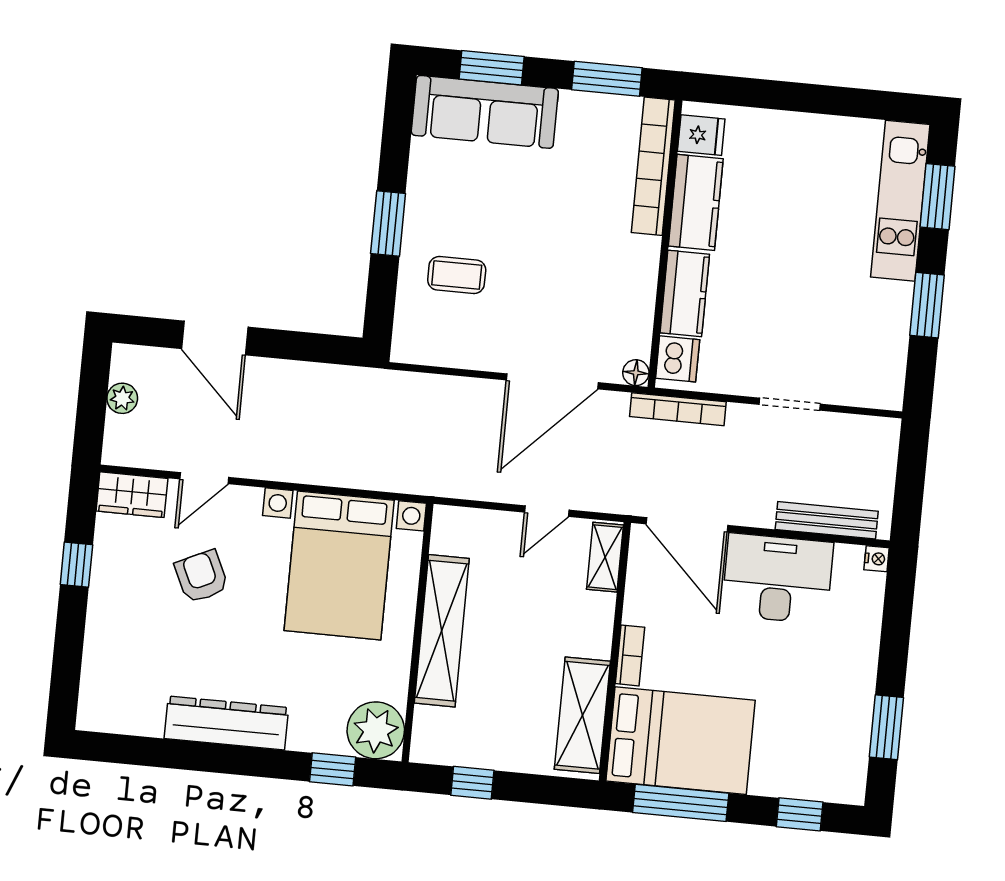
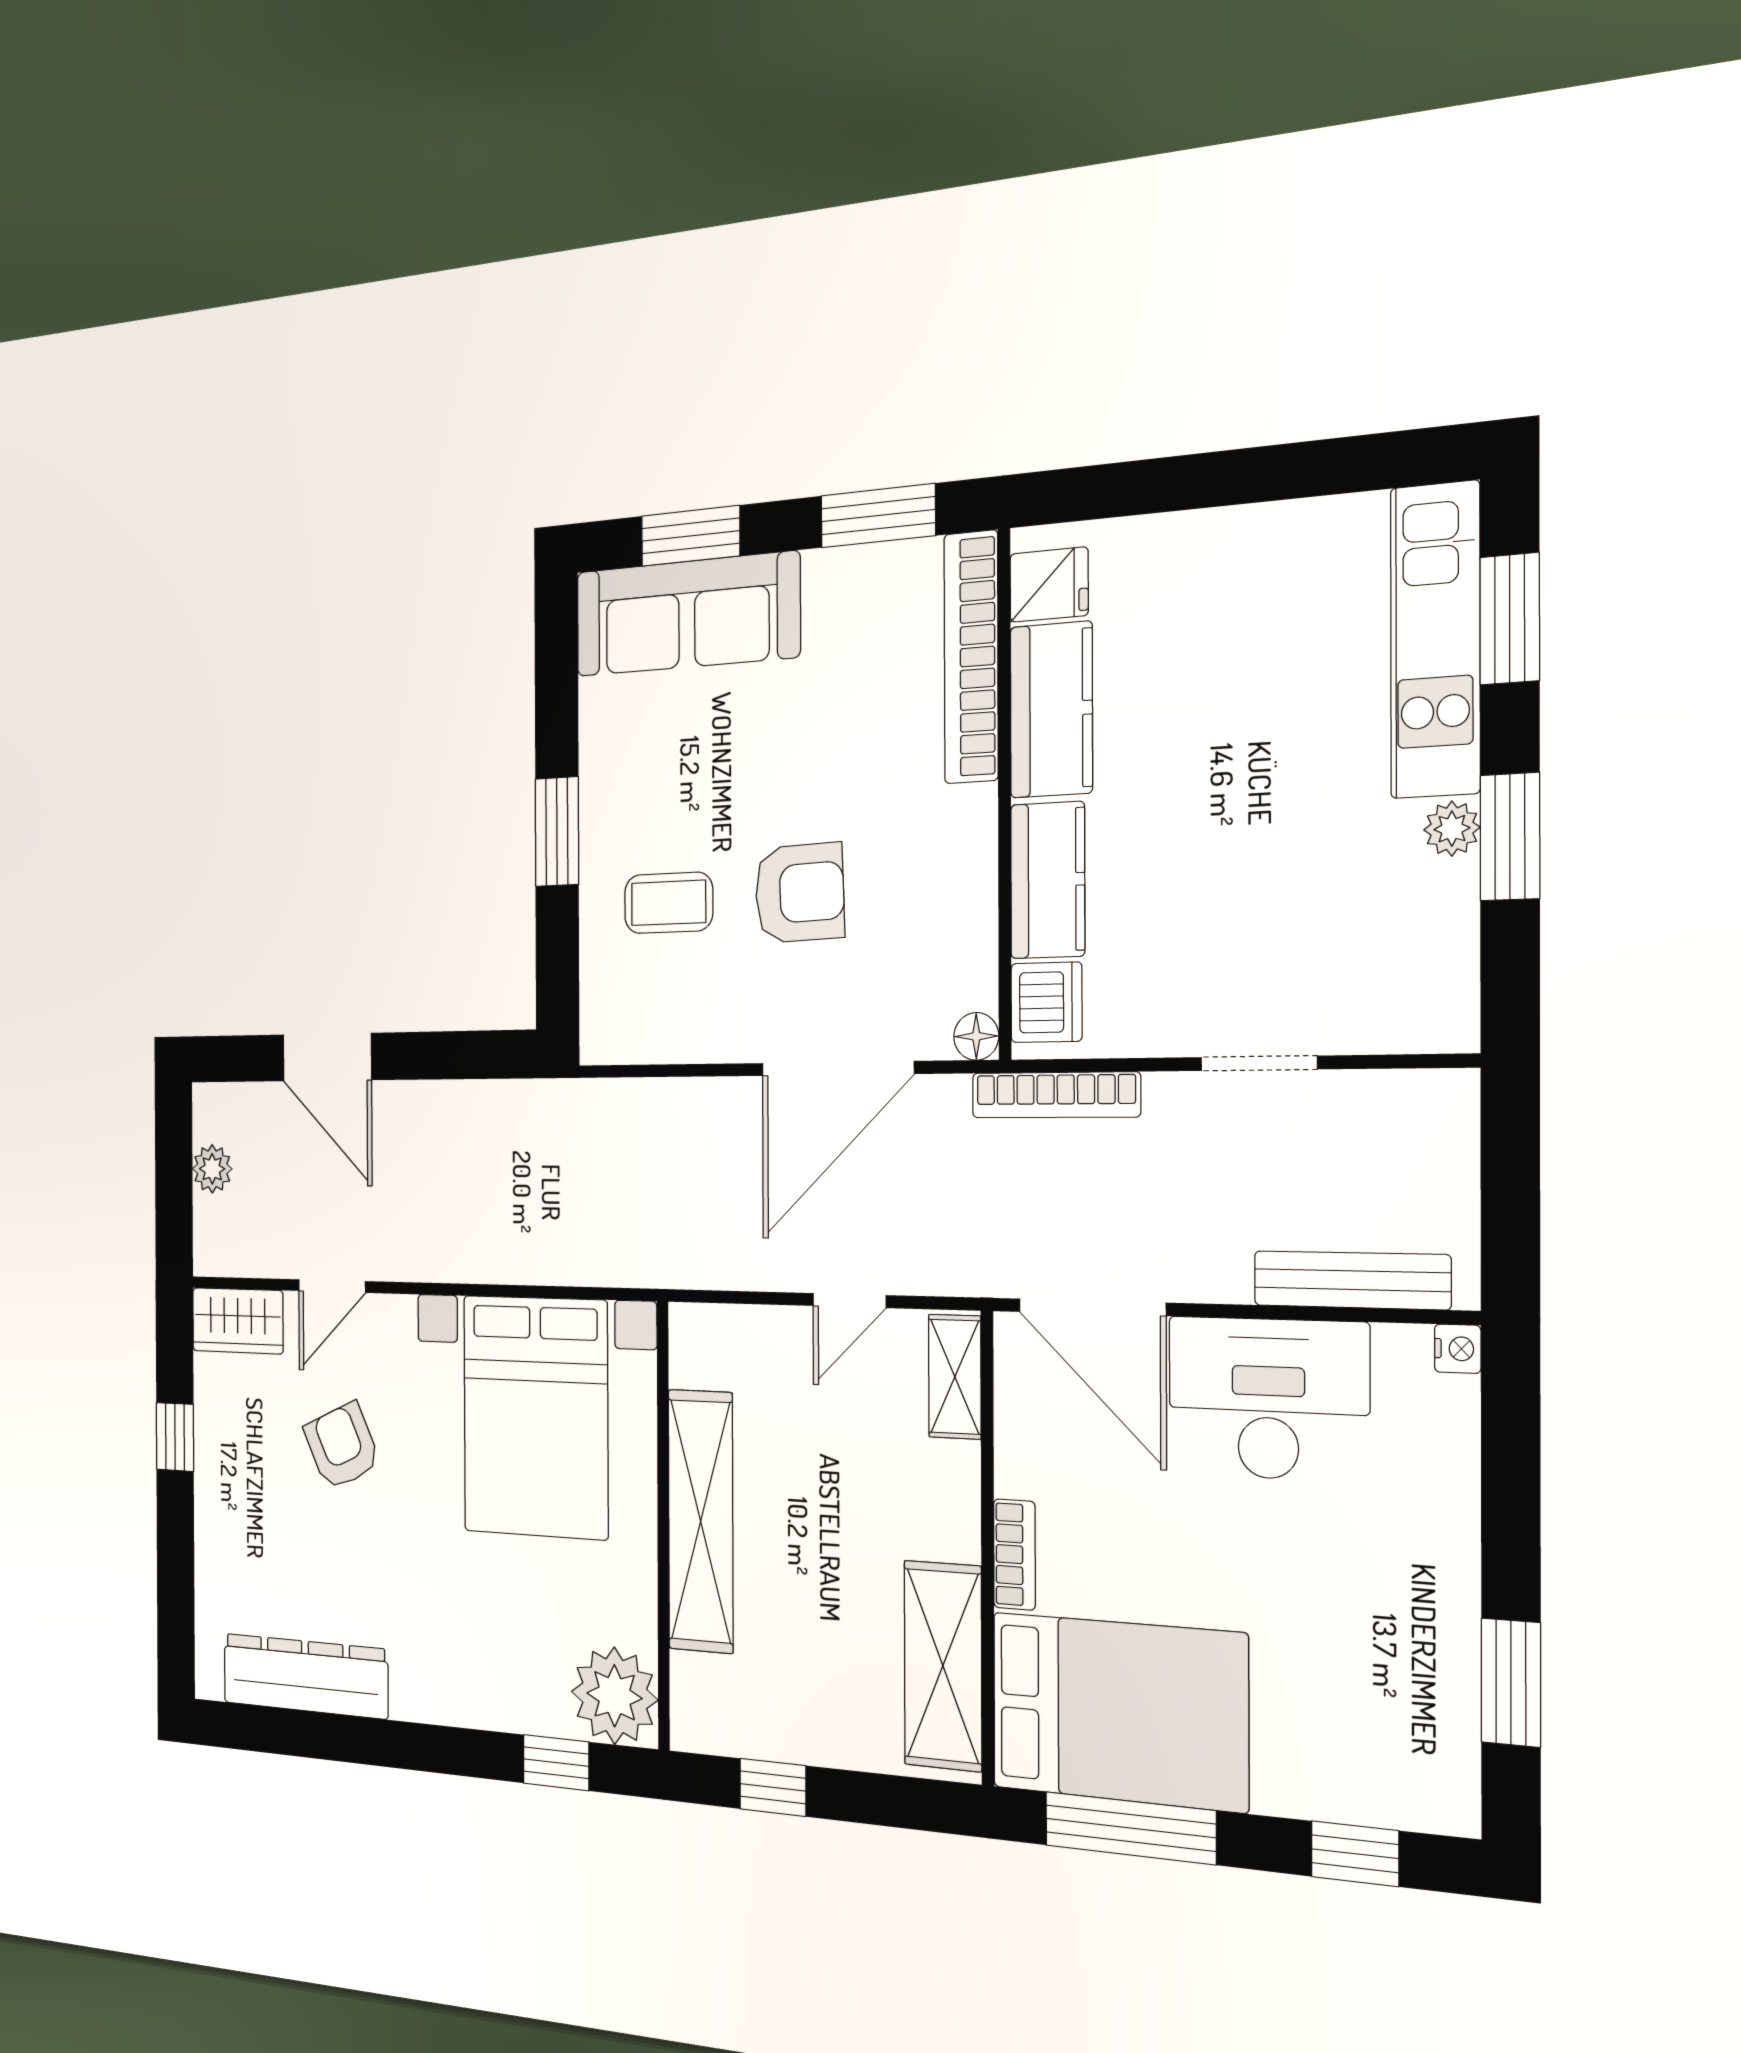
armchair: (539, 281) -> (799, 893), added
plant: (899, 297) -> (1452, 829), added
dresser: (226, 723) -> (305, 1676), moved

